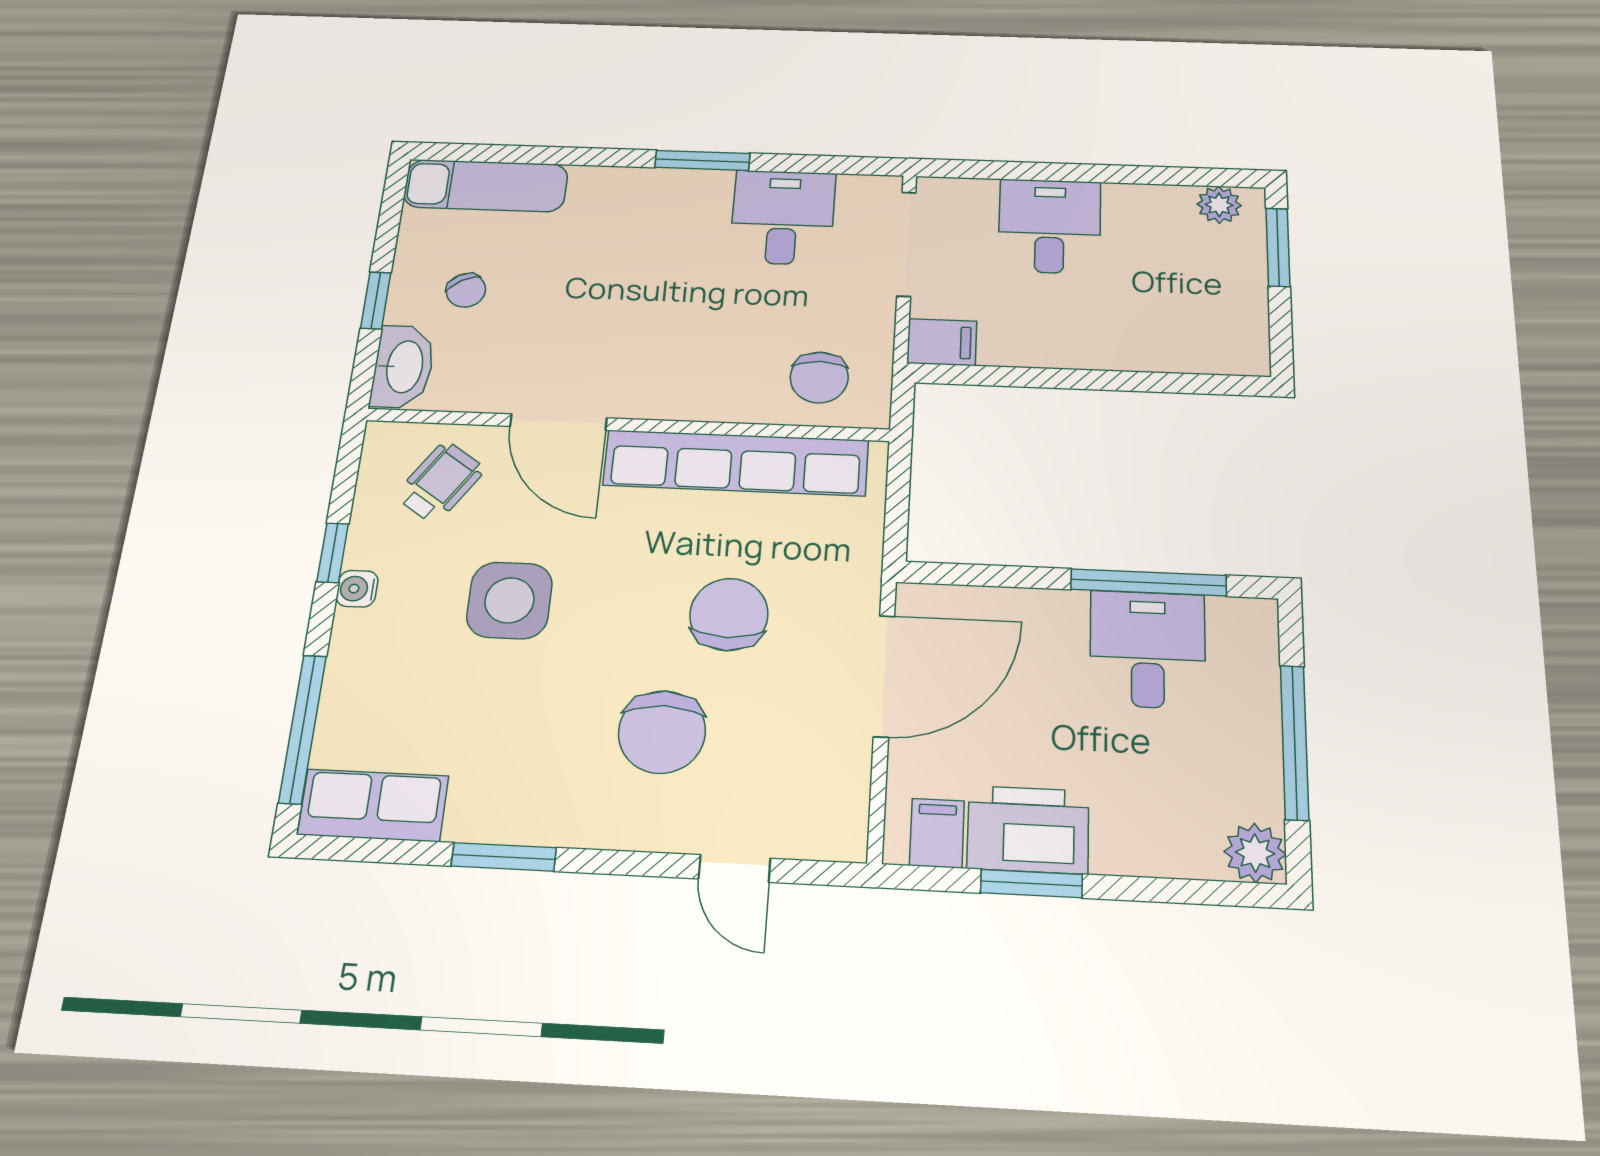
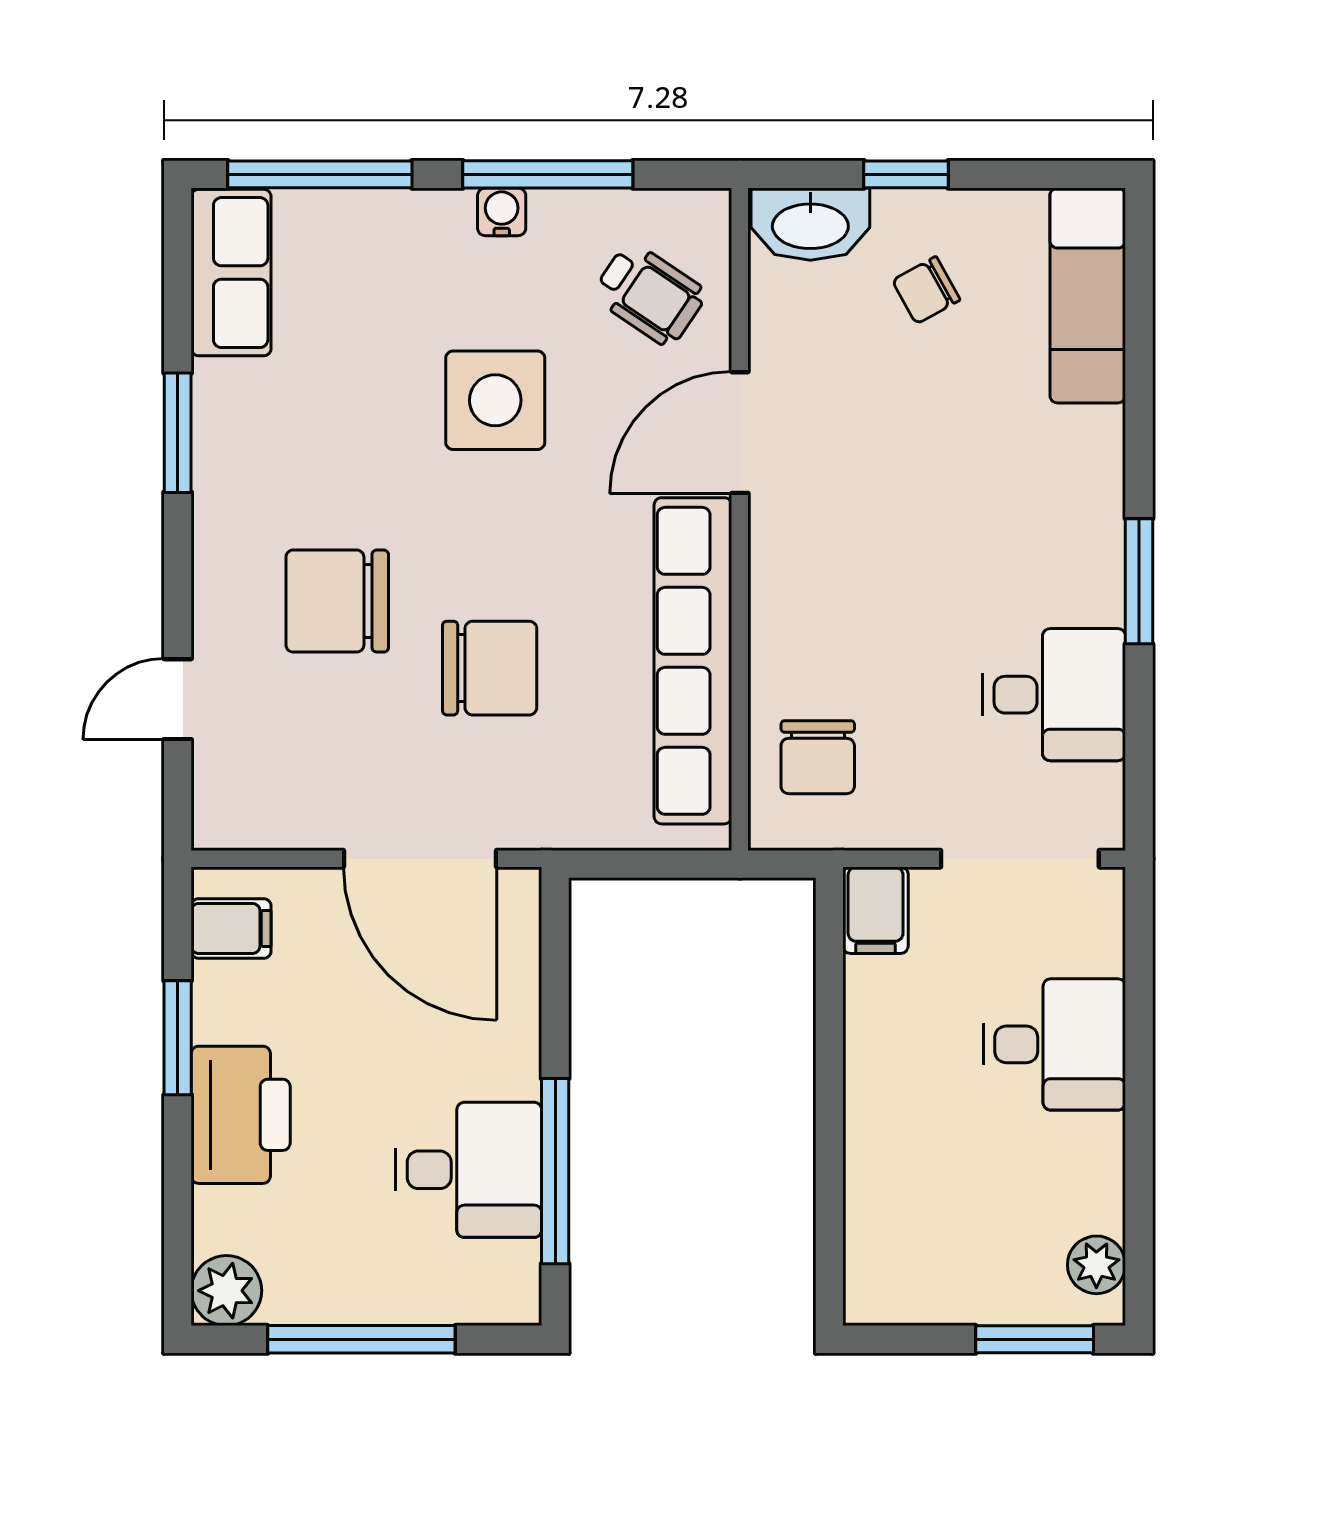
chair: (819, 377) -> (818, 757), turned -90
window: (333, 553) -> (548, 174), width x2.17
printer: (1028, 830) -> (241, 1115), moved

